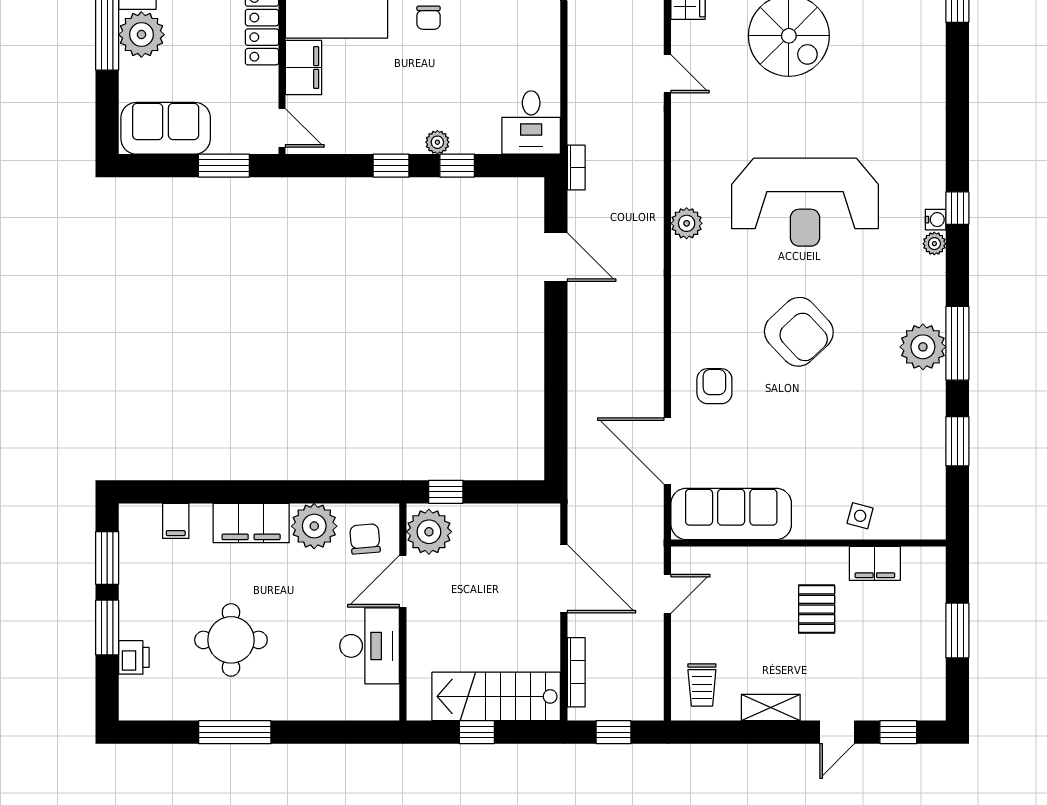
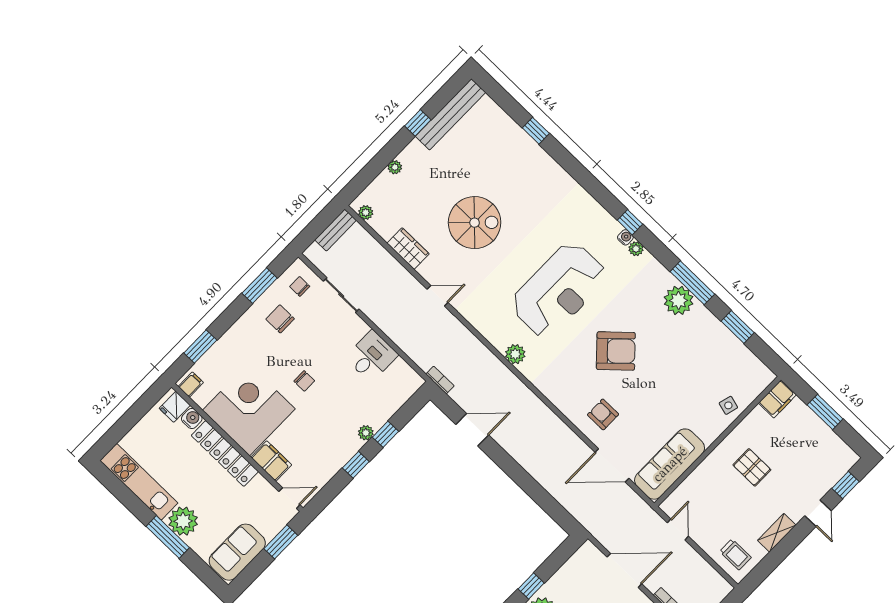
desk: (531, 123) -> (372, 356), moved, turned -90
filing cabinet: (875, 563) -> (777, 399), moved

